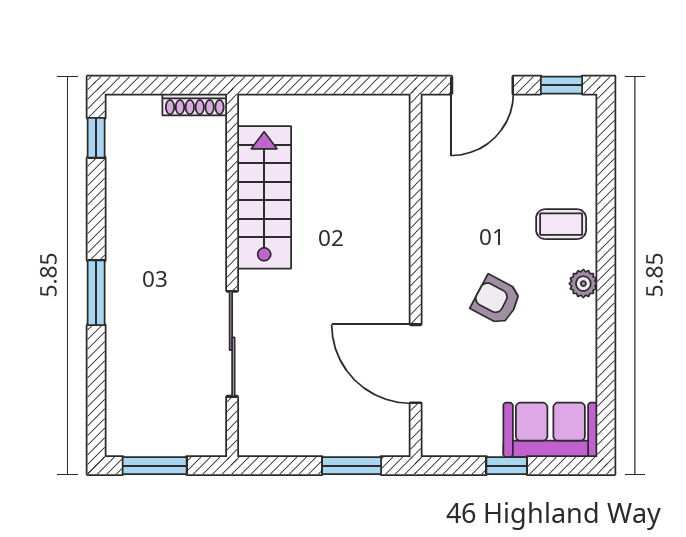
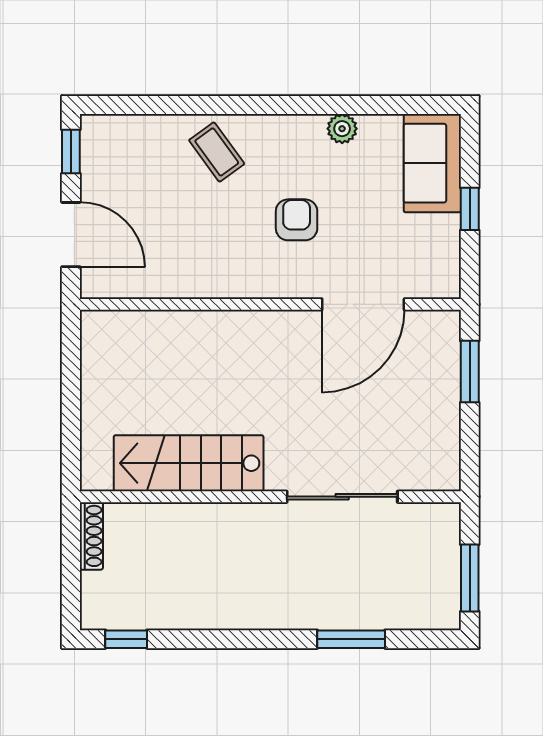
coffee table: (561, 224) -> (217, 152), turned -36
plant: (583, 284) -> (342, 129), moved
window: (96, 293) -> (351, 639), moved
armchair: (496, 300) -> (297, 220), turned 152

